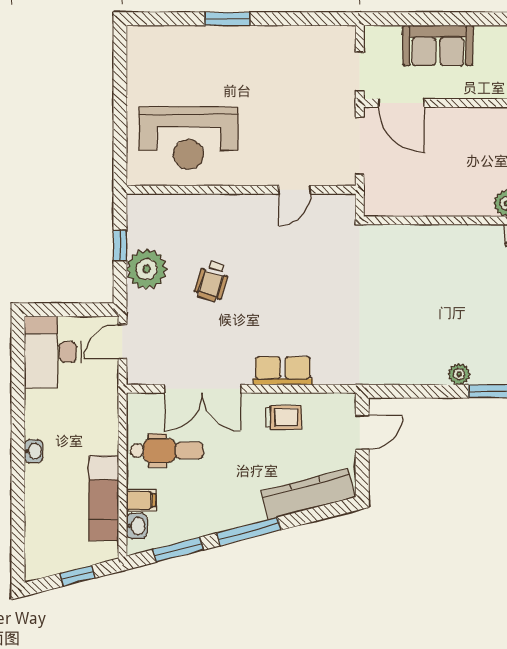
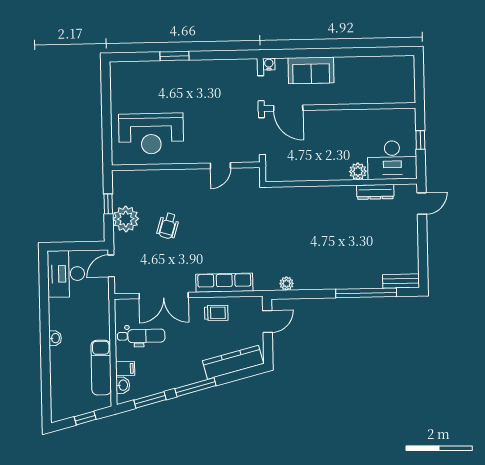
water cooler: (373, 34) -> (269, 64), added
row of seats: (283, 371) -> (224, 283), width x1.48
plant: (459, 374) -> (287, 283), moved

